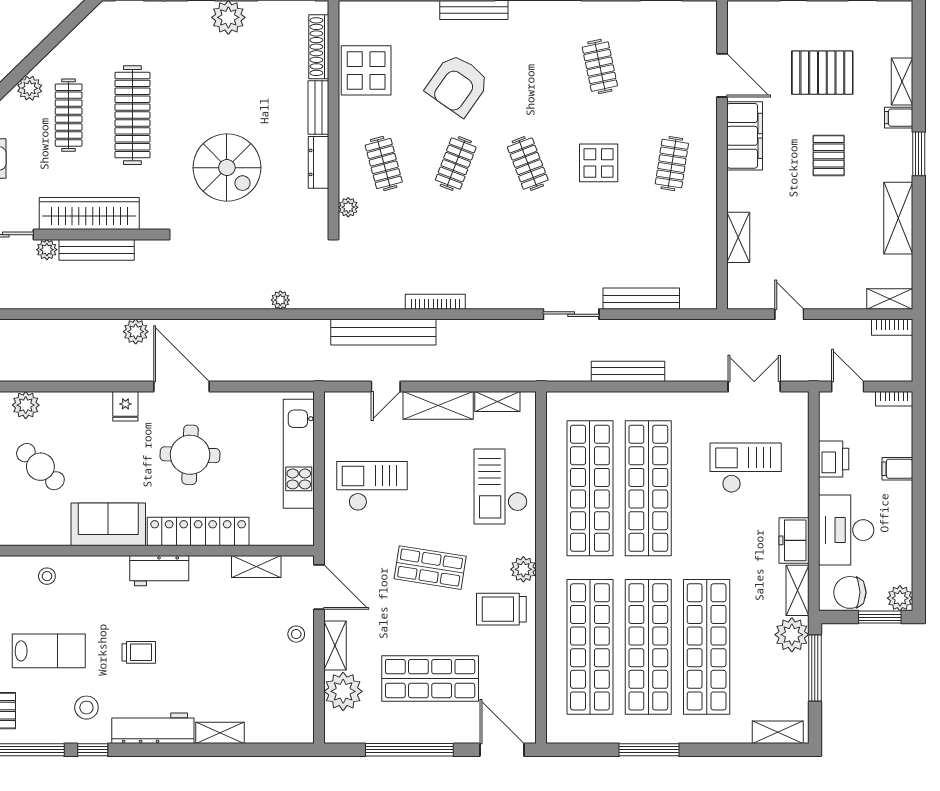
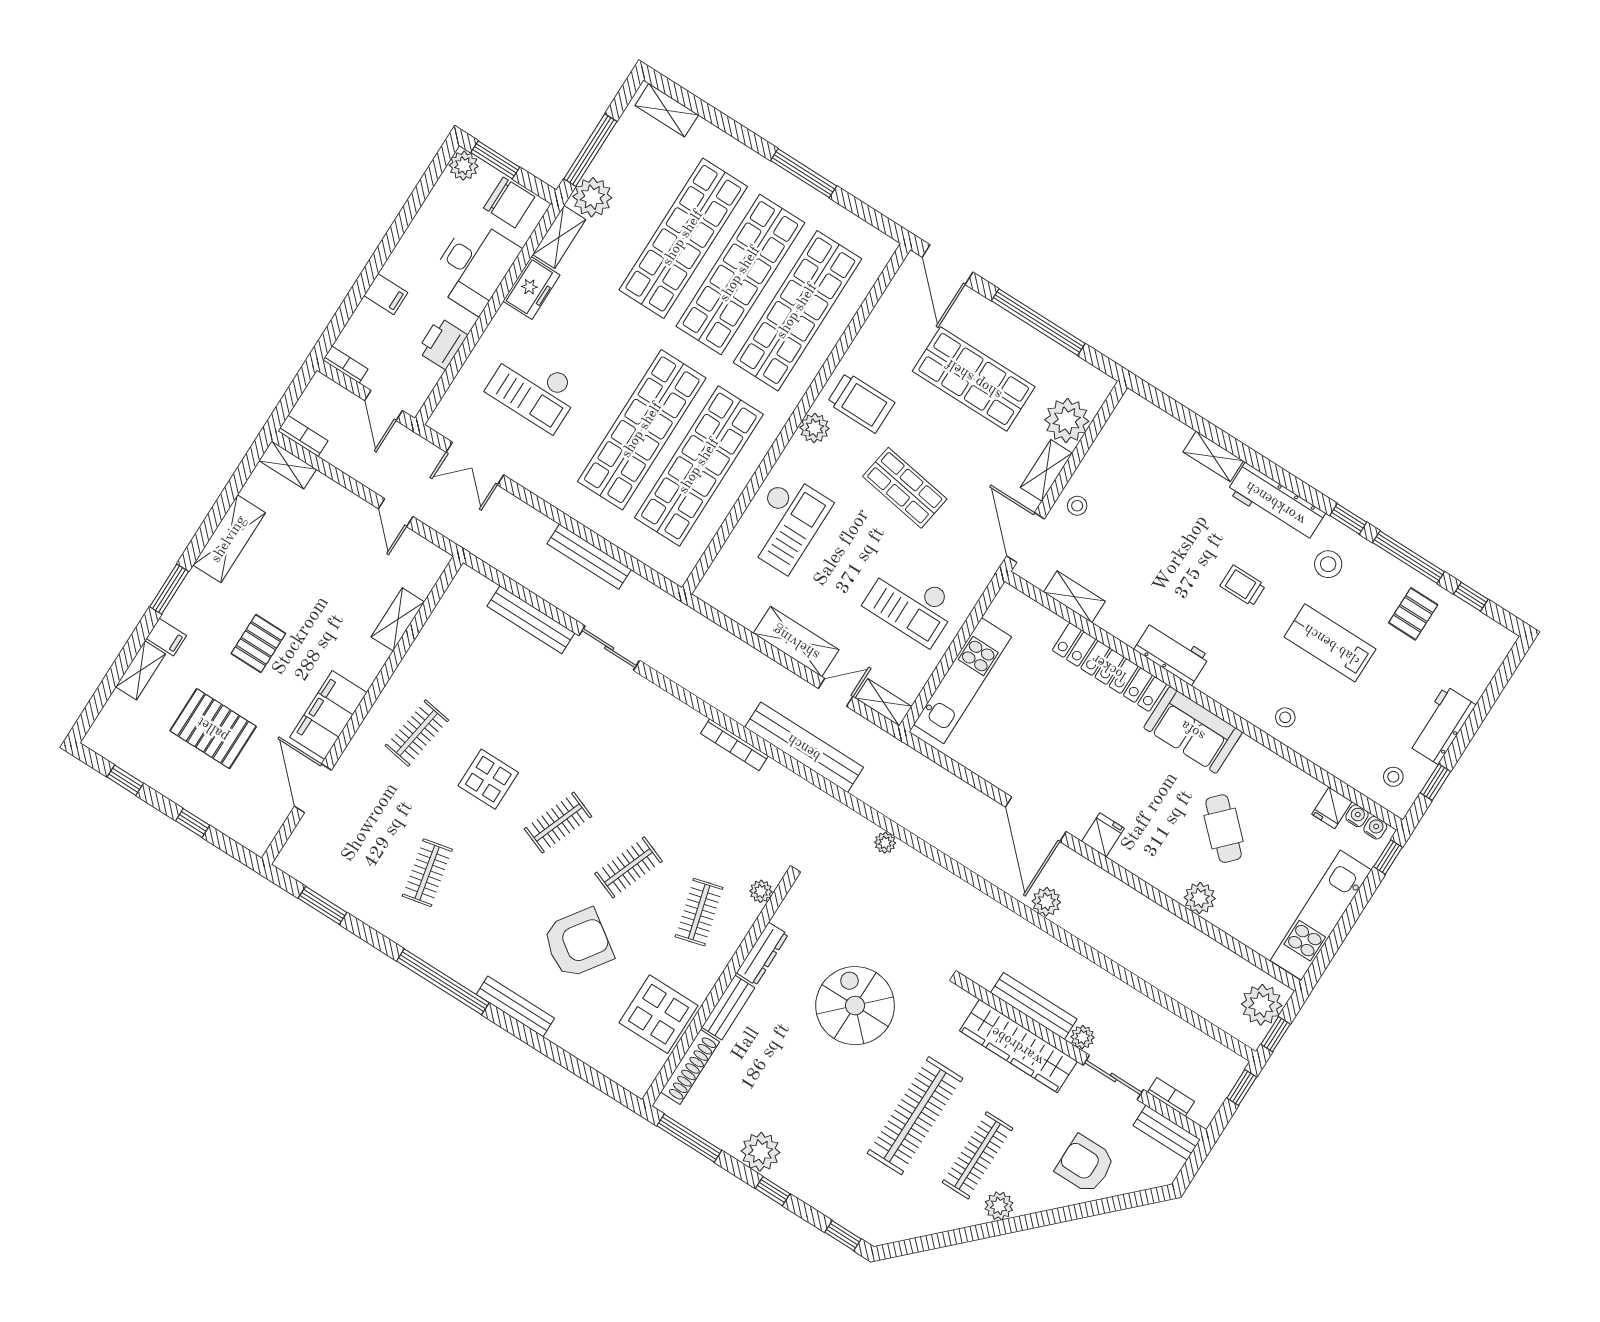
clothes rail: (528, 164) -> (558, 823), turned 42
shelving: (497, 402) -> (884, 702), moved
round table: (190, 455) -> (1070, 747), removed

